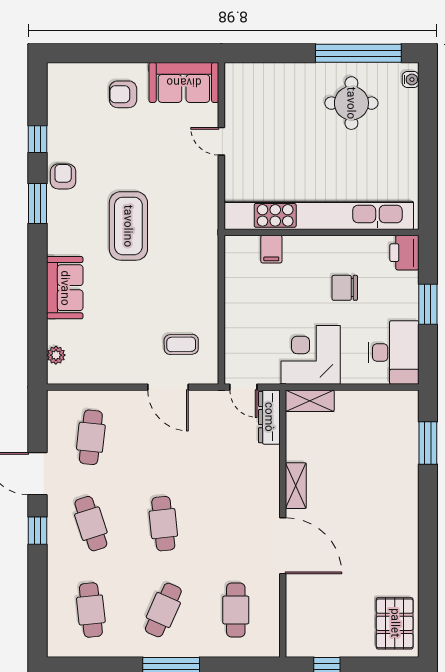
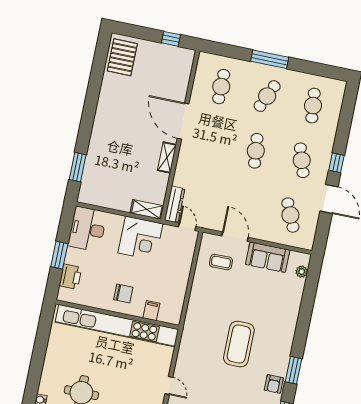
printer: (404, 253) -> (70, 277), moved
sofa: (65, 288) -> (268, 257), moved, turned -90
chair: (345, 288) -> (123, 294), moved
cafe table: (91, 437) -> (290, 215), turned -30

